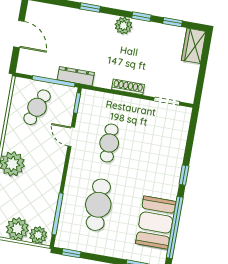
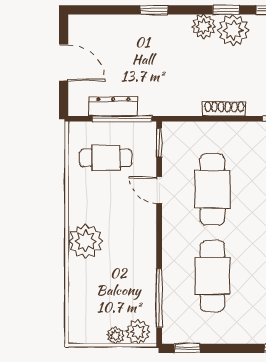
plant: (144, 32) -> (233, 30), added
dresser: (76, 76) -> (113, 107), moved
cafe table: (37, 107) -> (106, 158), turned 69
cafe table: (109, 143) -> (212, 189), width x1.37, depth x1.35
plant: (17, 229) -> (116, 335), width x0.53, depth x0.53

